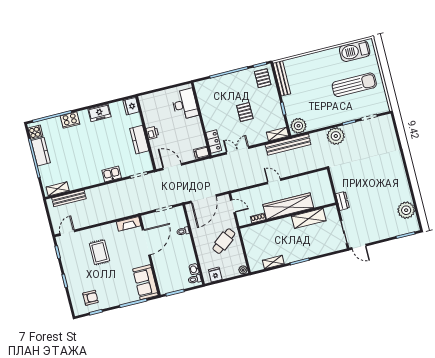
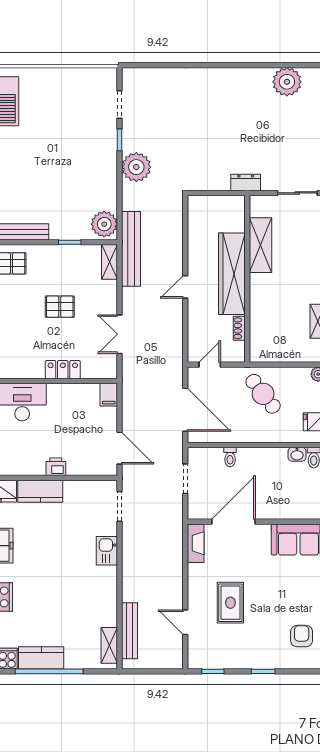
sun lounger: (354, 85) -> (60, 116), removed
kitchen counter: (139, 140) -> (40, 491), moved
locker: (214, 141) -> (63, 370), moved
door: (172, 167) -> (119, 448), swing flipped
door: (67, 233) -> (185, 622), moved
door: (146, 242) -> (233, 522), hinge flipped
rug: (99, 252) -> (230, 603), turned 90

